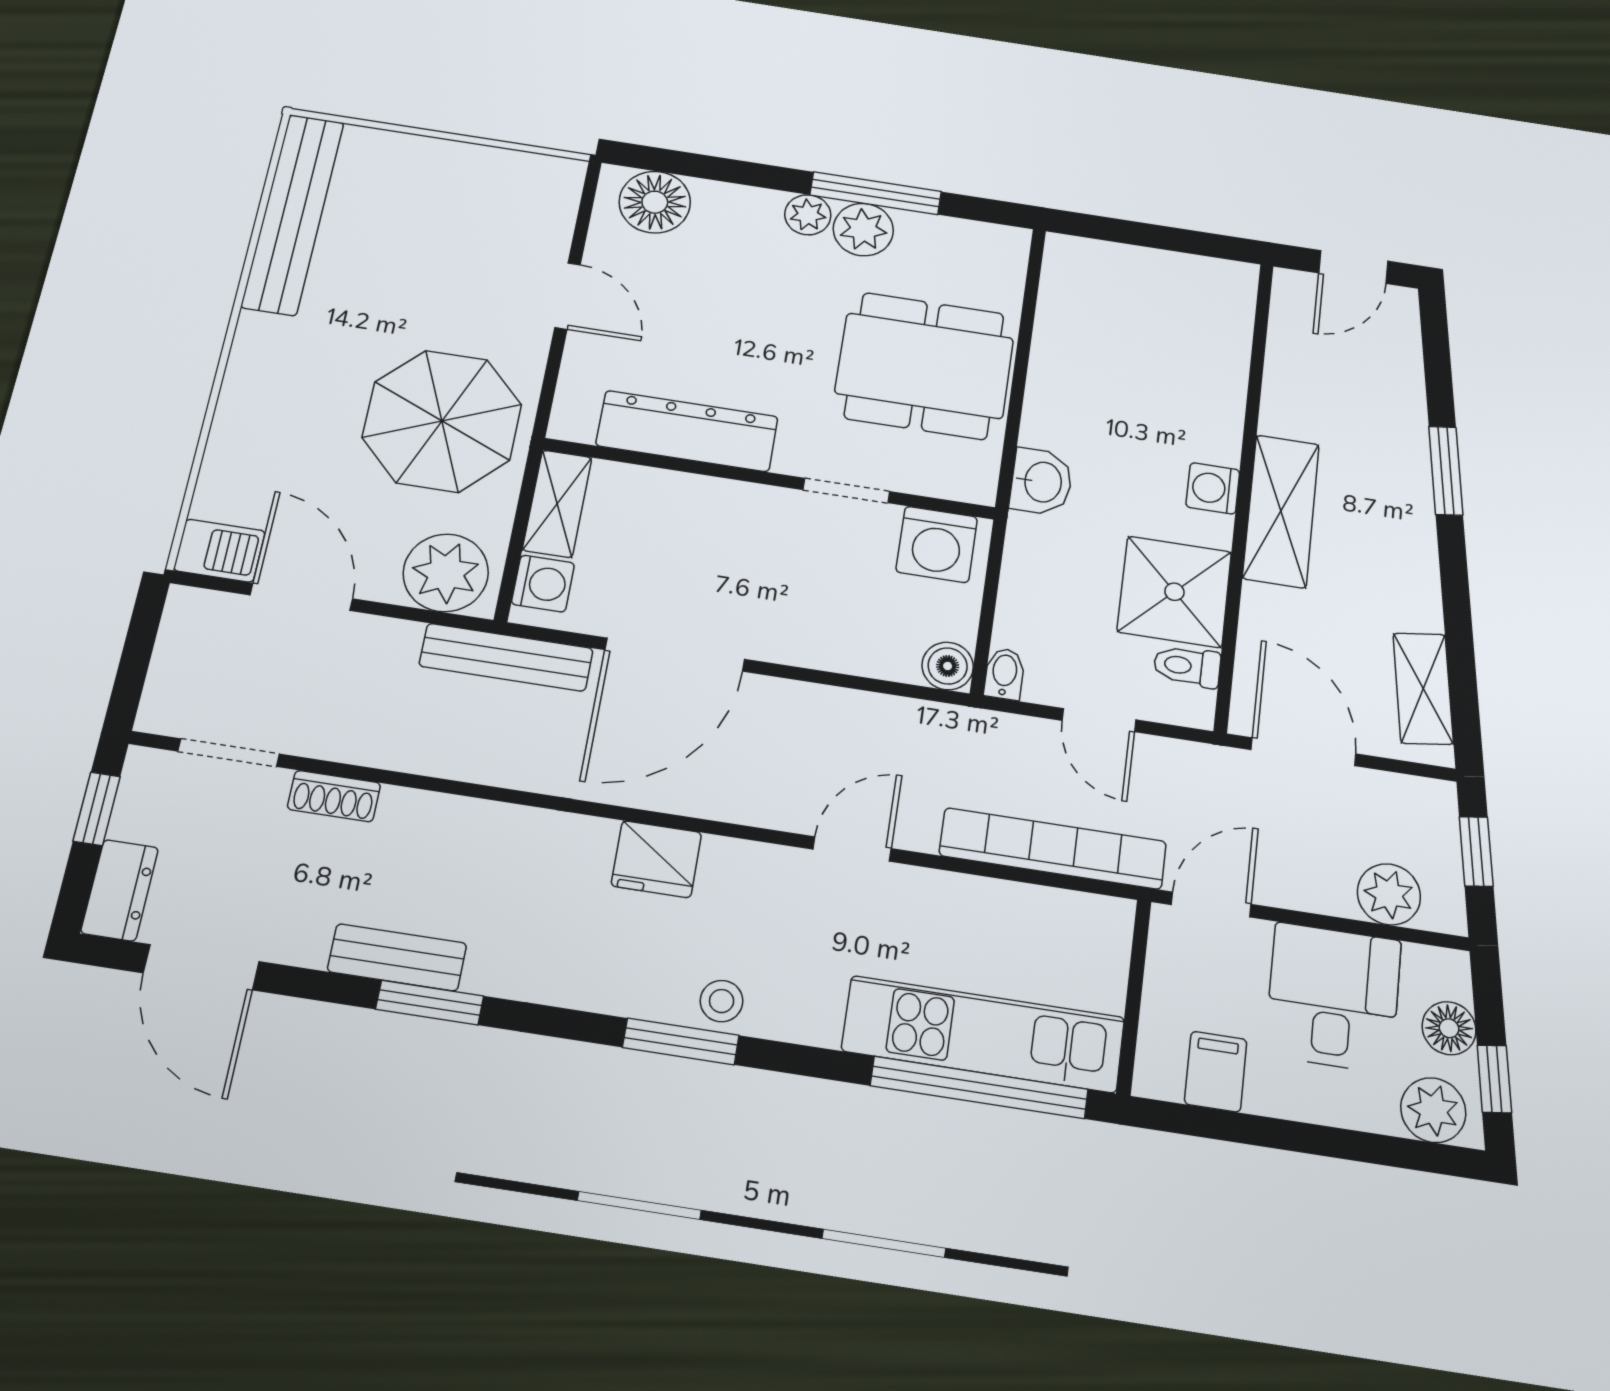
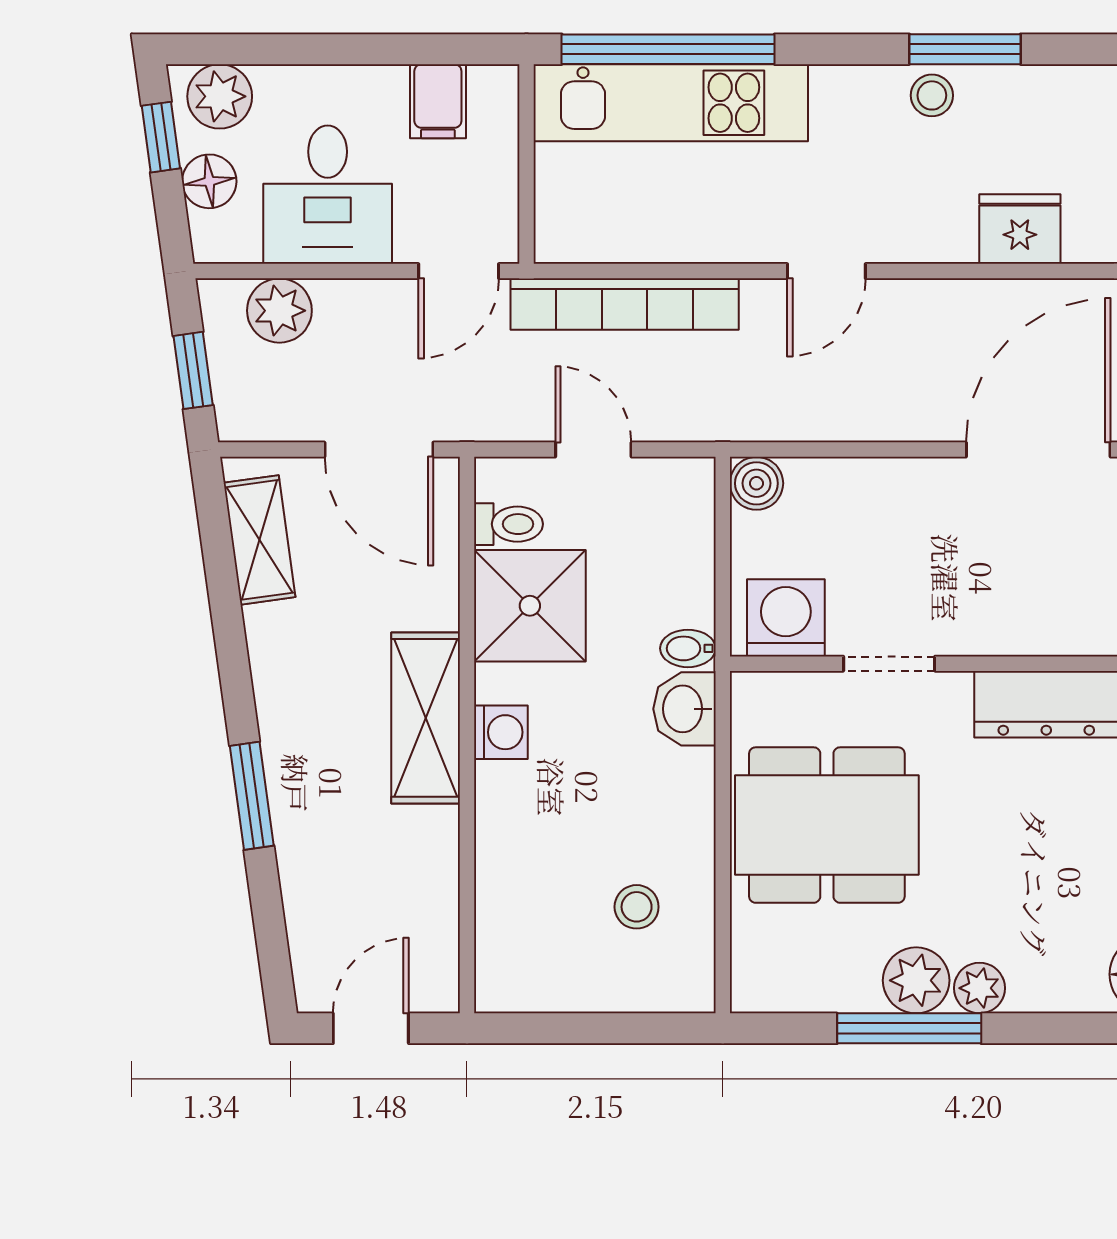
stool: (1106, 326) -> (637, 907), added
bidet: (1004, 674) -> (688, 648), moved, turned 90

